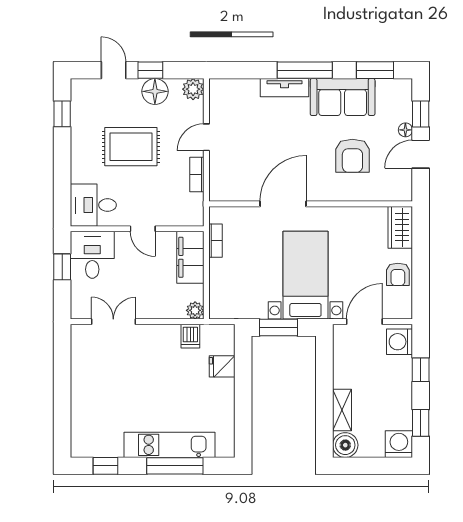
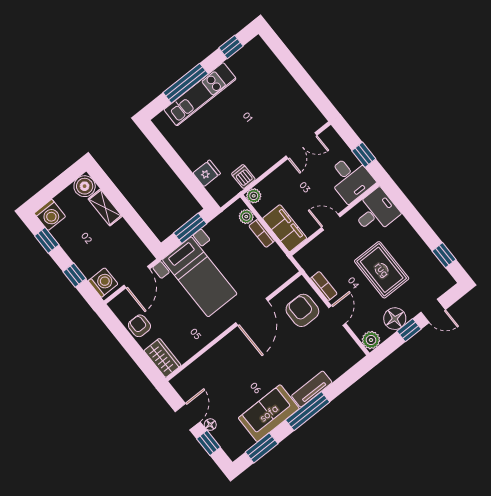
rug: (131, 147) -> (382, 270), turned 90
armchair: (352, 156) -> (302, 310), moved
bookcase: (215, 241) -> (262, 233), moved
plant: (217, 297) -> (246, 217), added

